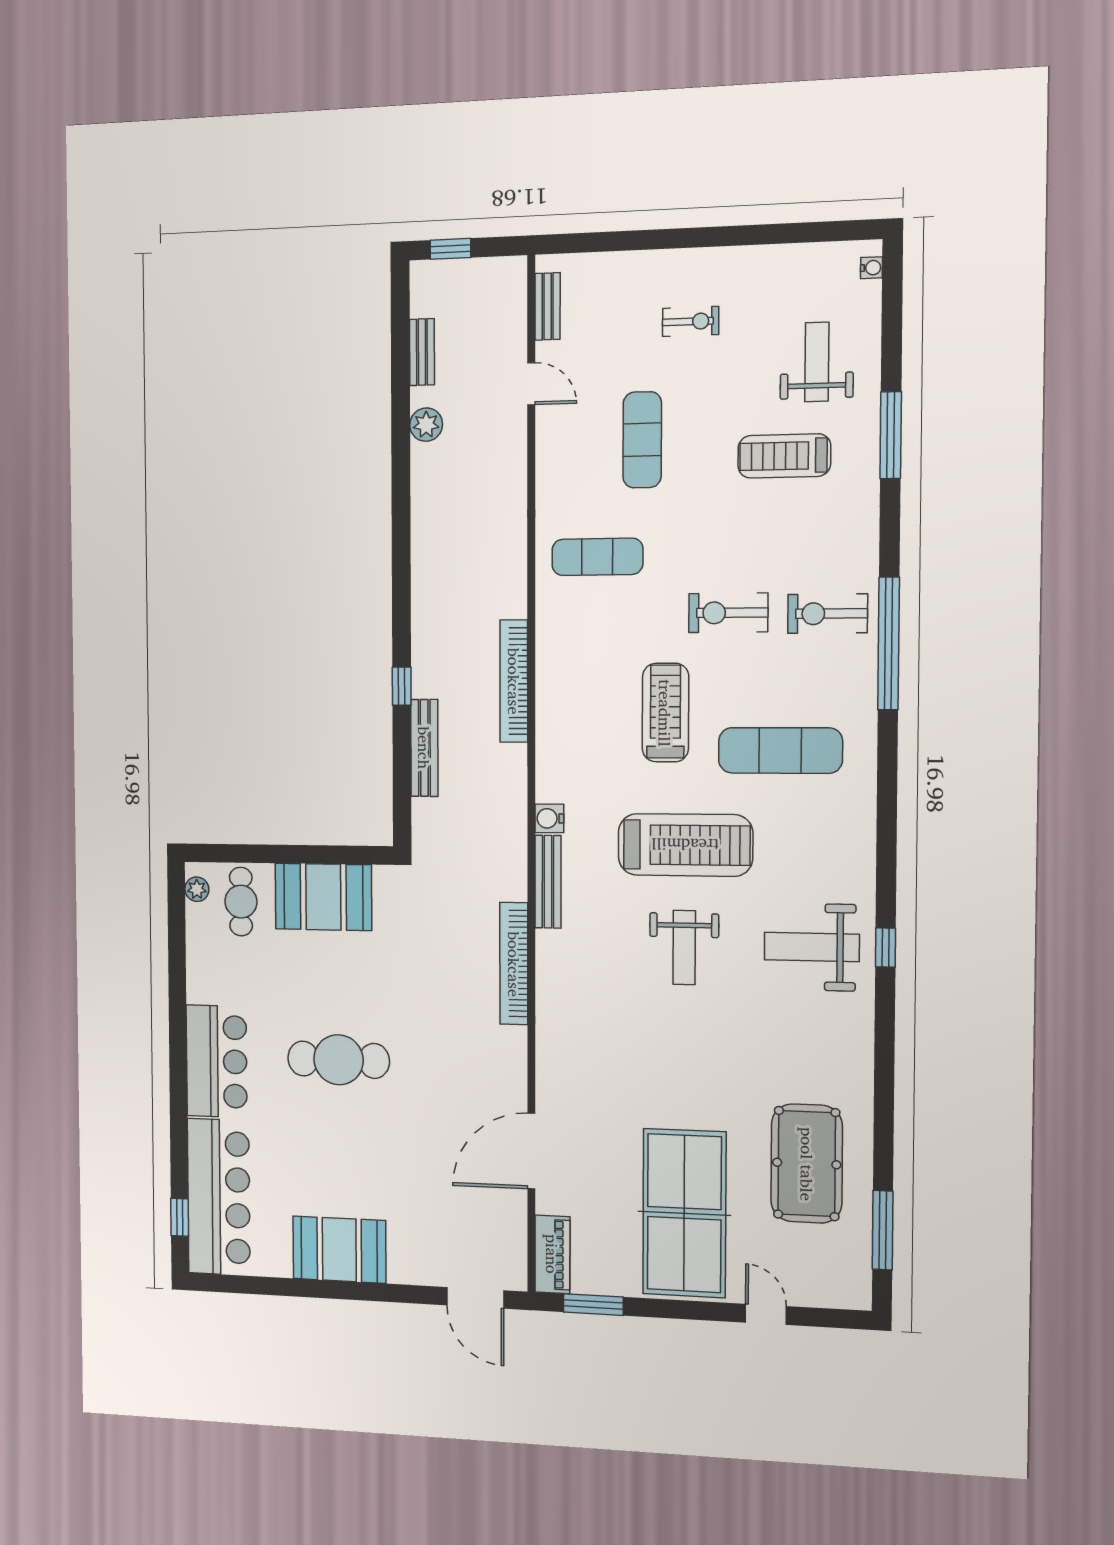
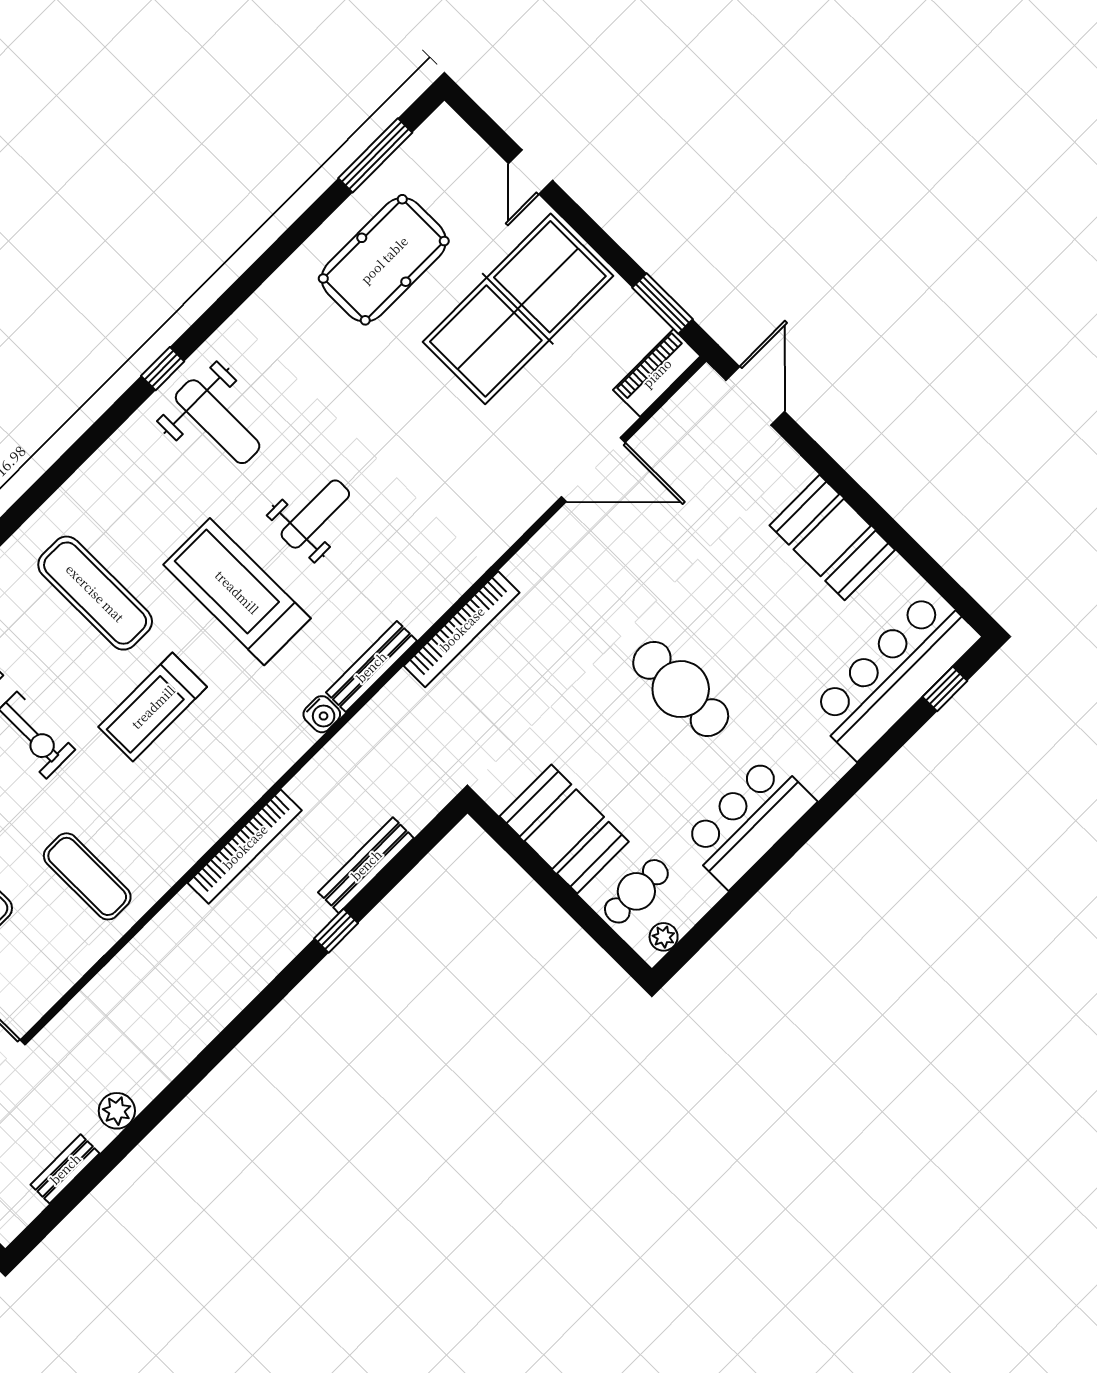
bar counter: (217, 1061) -> (748, 822), moved

